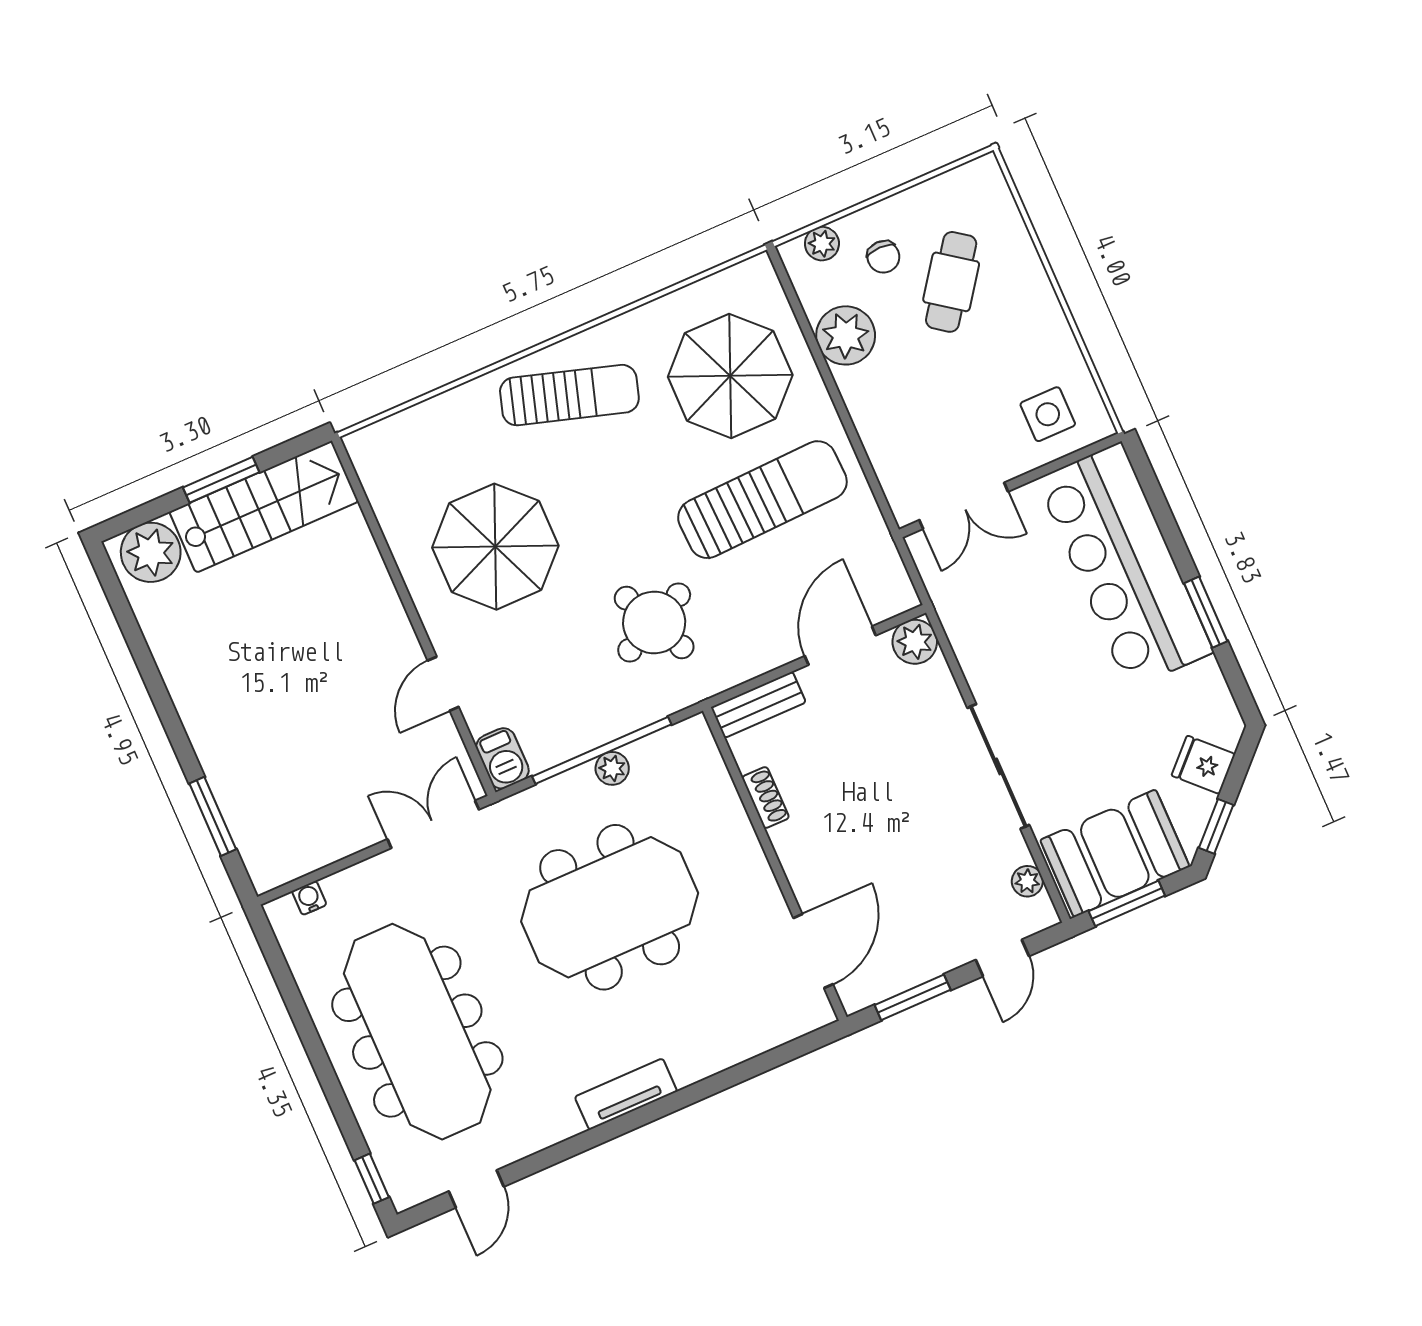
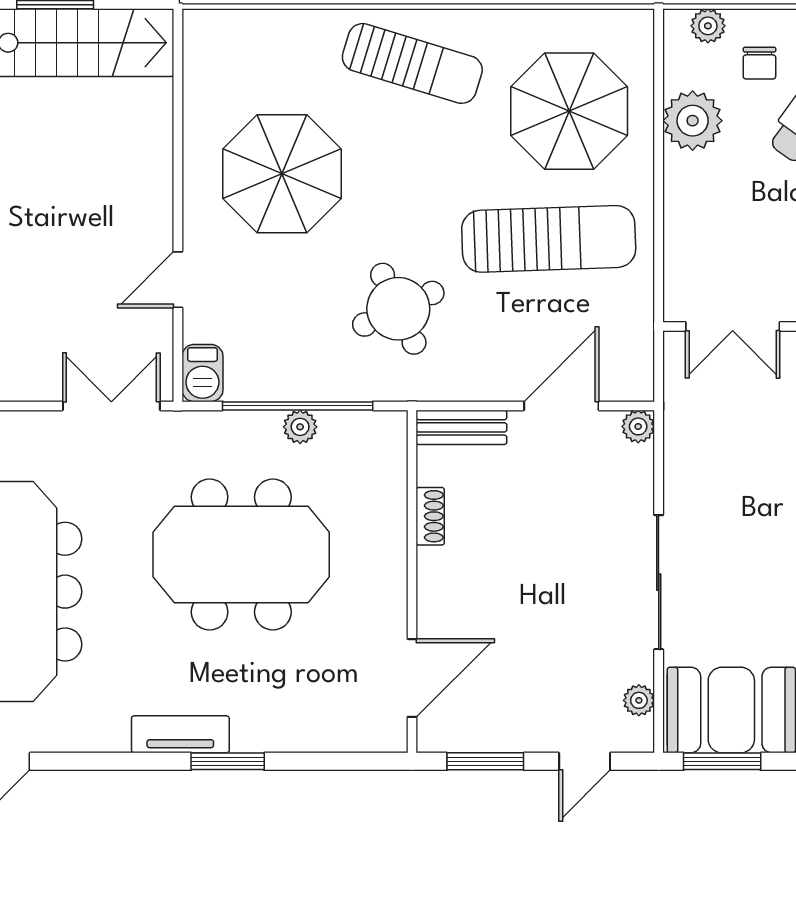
plant: (915, 642) -> (638, 426), width x0.73, depth x0.73
window: (679, 1100) -> (228, 761), added

